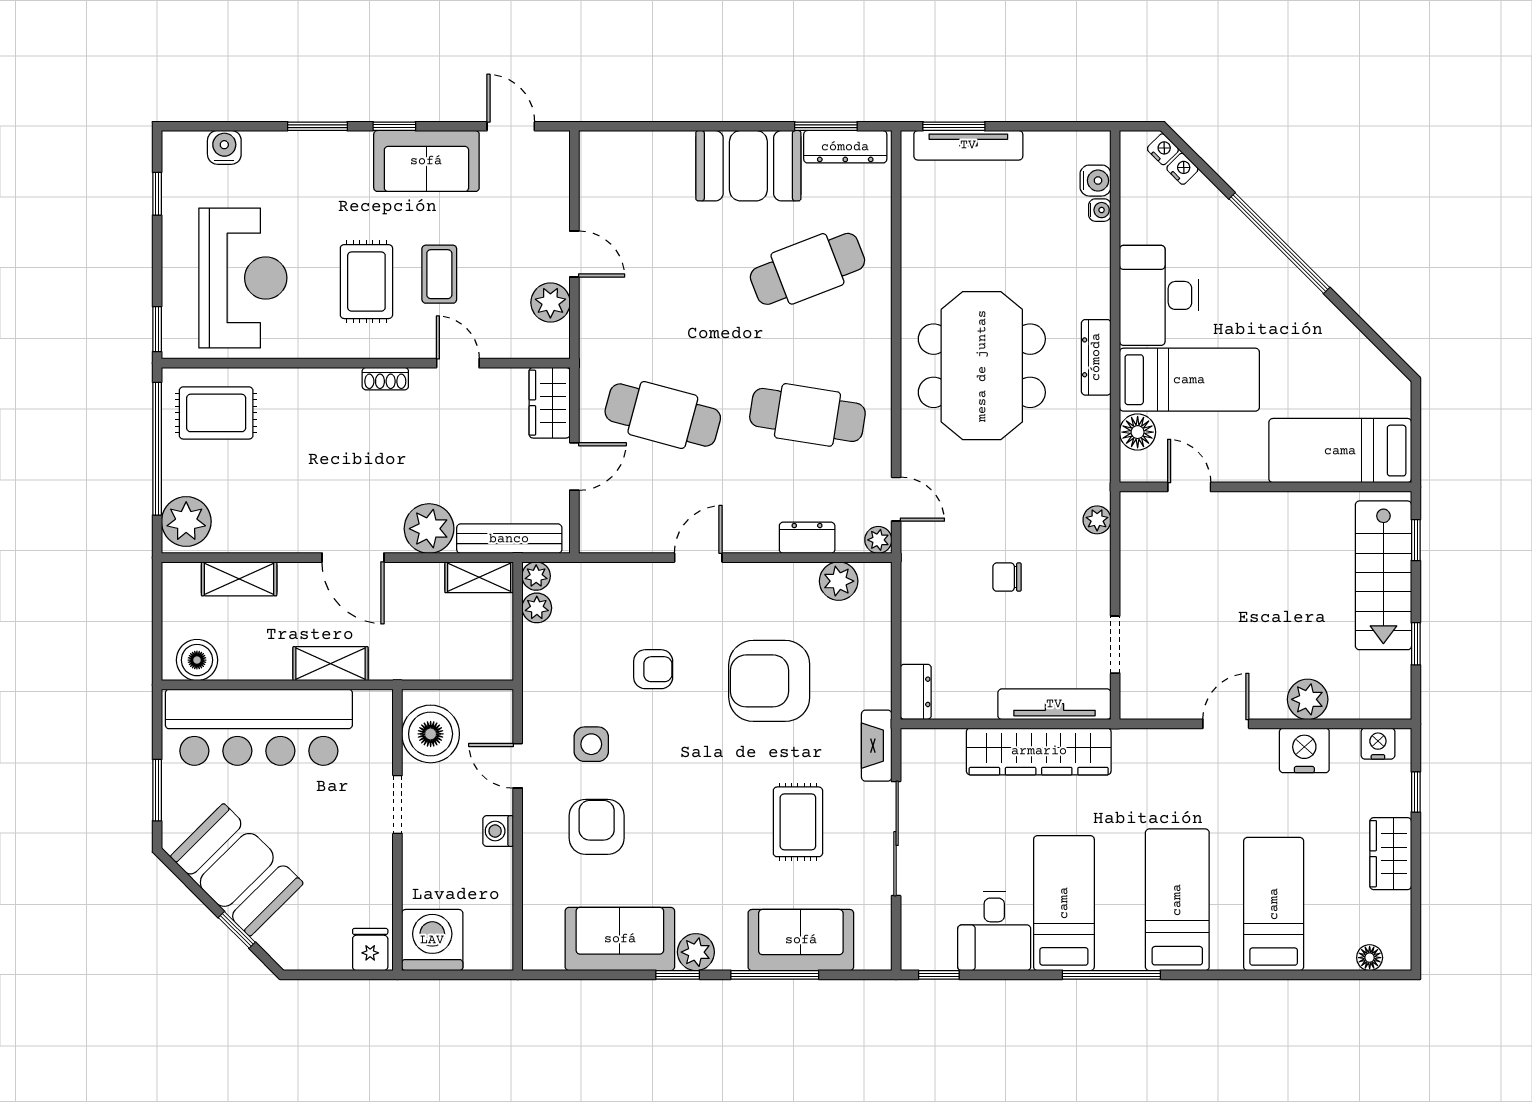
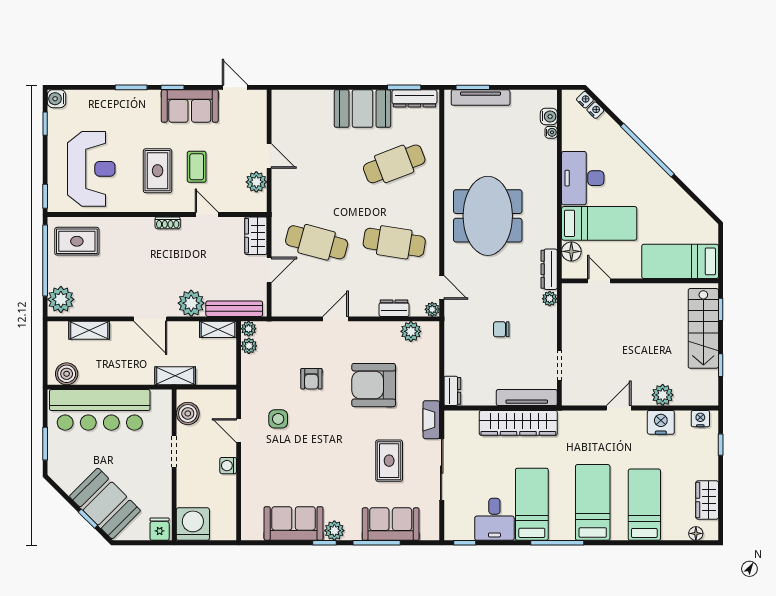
water cooler: (224, 147) -> (57, 99), moved, turned -90
dresser: (1096, 357) -> (549, 269), moved
shelving: (330, 664) -> (175, 376), moved
armchair: (653, 669) -> (311, 379), turned 90
boiler: (431, 734) -> (188, 413), width x0.73, depth x0.73
armchair: (597, 827) -> (281, 463), removed
wardrobe: (1391, 854) -> (707, 500), moved
booth: (237, 870) -> (105, 503), moved

